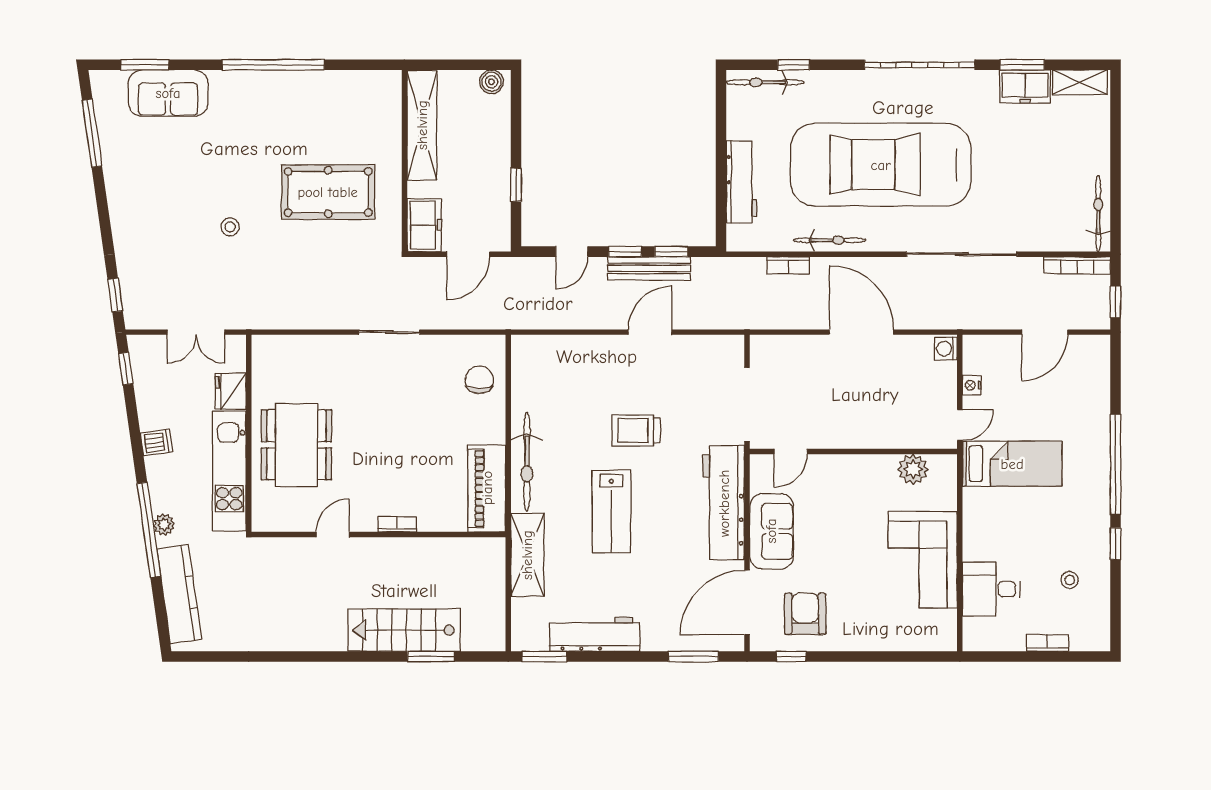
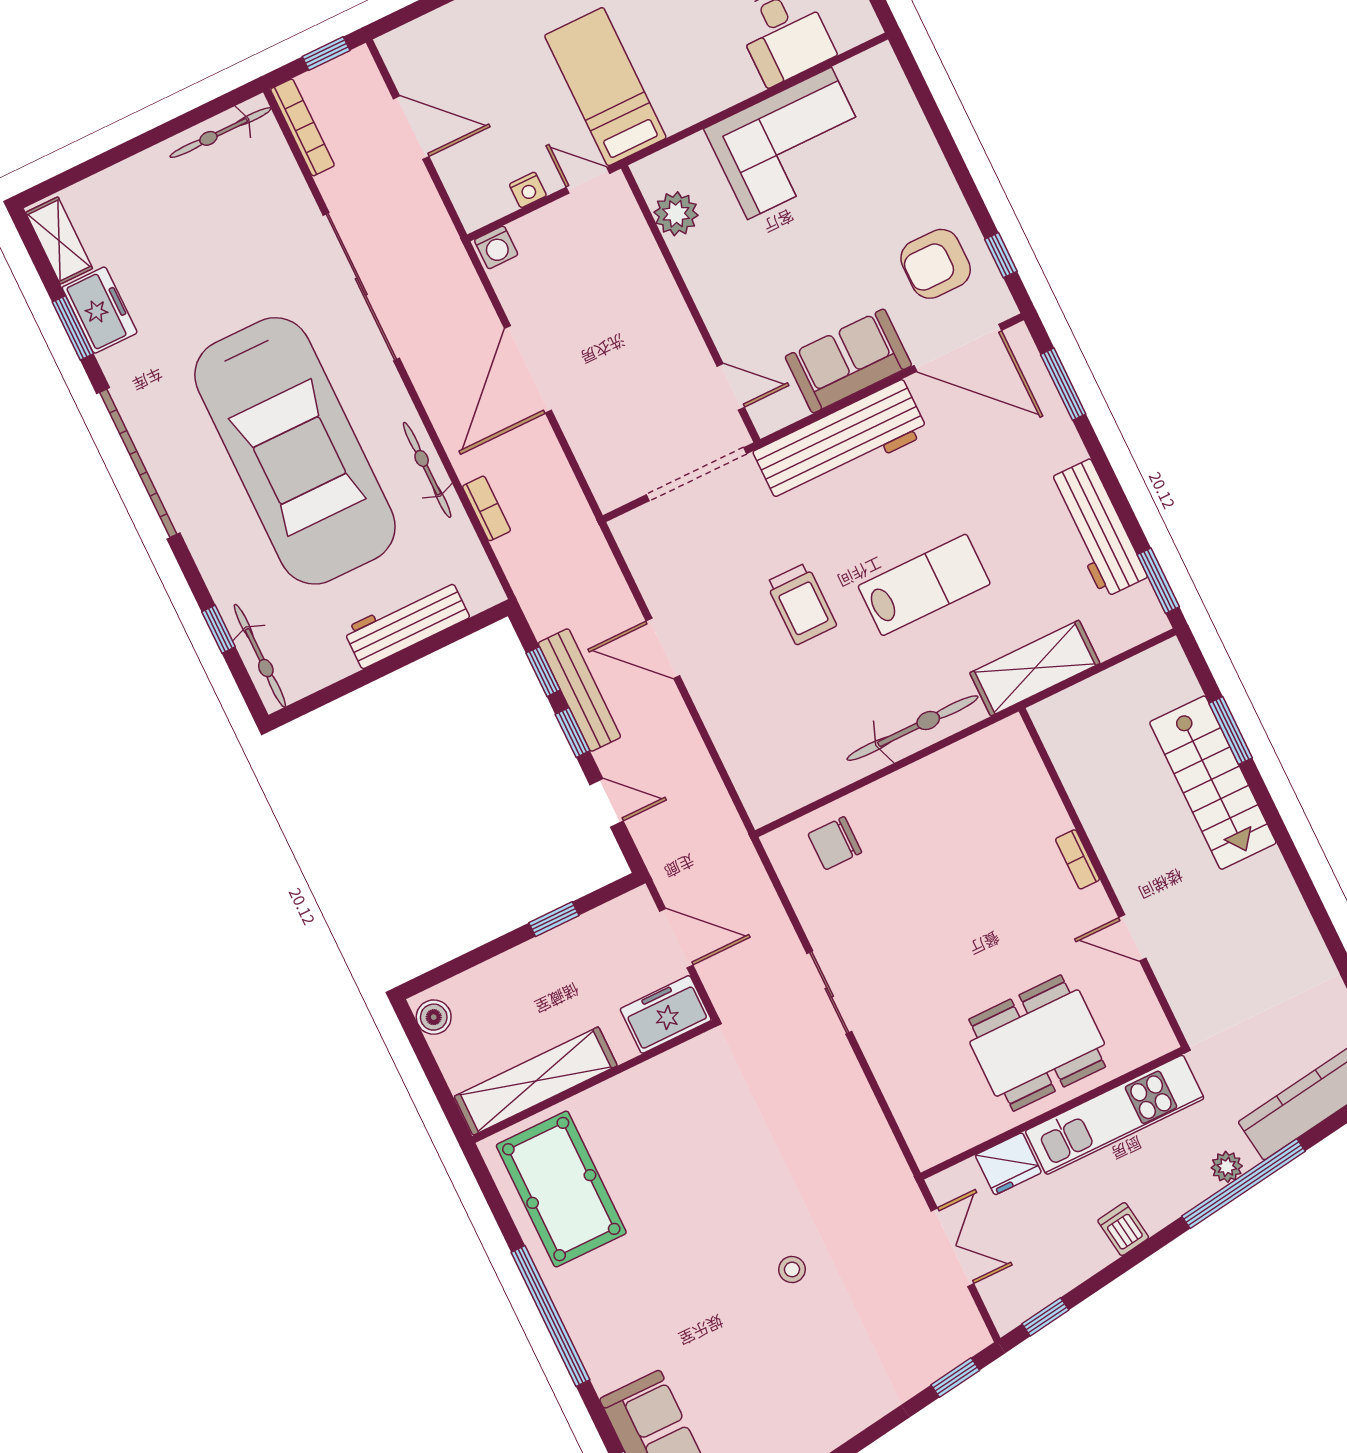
pool table: (328, 192) -> (561, 1189), moved
piano: (487, 488) -> (973, 764), removed

